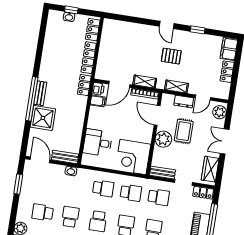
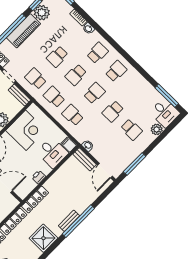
locker: (84, 85) -> (35, 200), width x1.53
printer: (98, 89) -> (39, 177), moved
filing cabinet: (98, 101) -> (69, 145), moved
shower: (43, 118) -> (43, 238), moved
corner desk: (133, 157) -> (26, 130), moved
window: (18, 184) -> (135, 164), width x1.44

